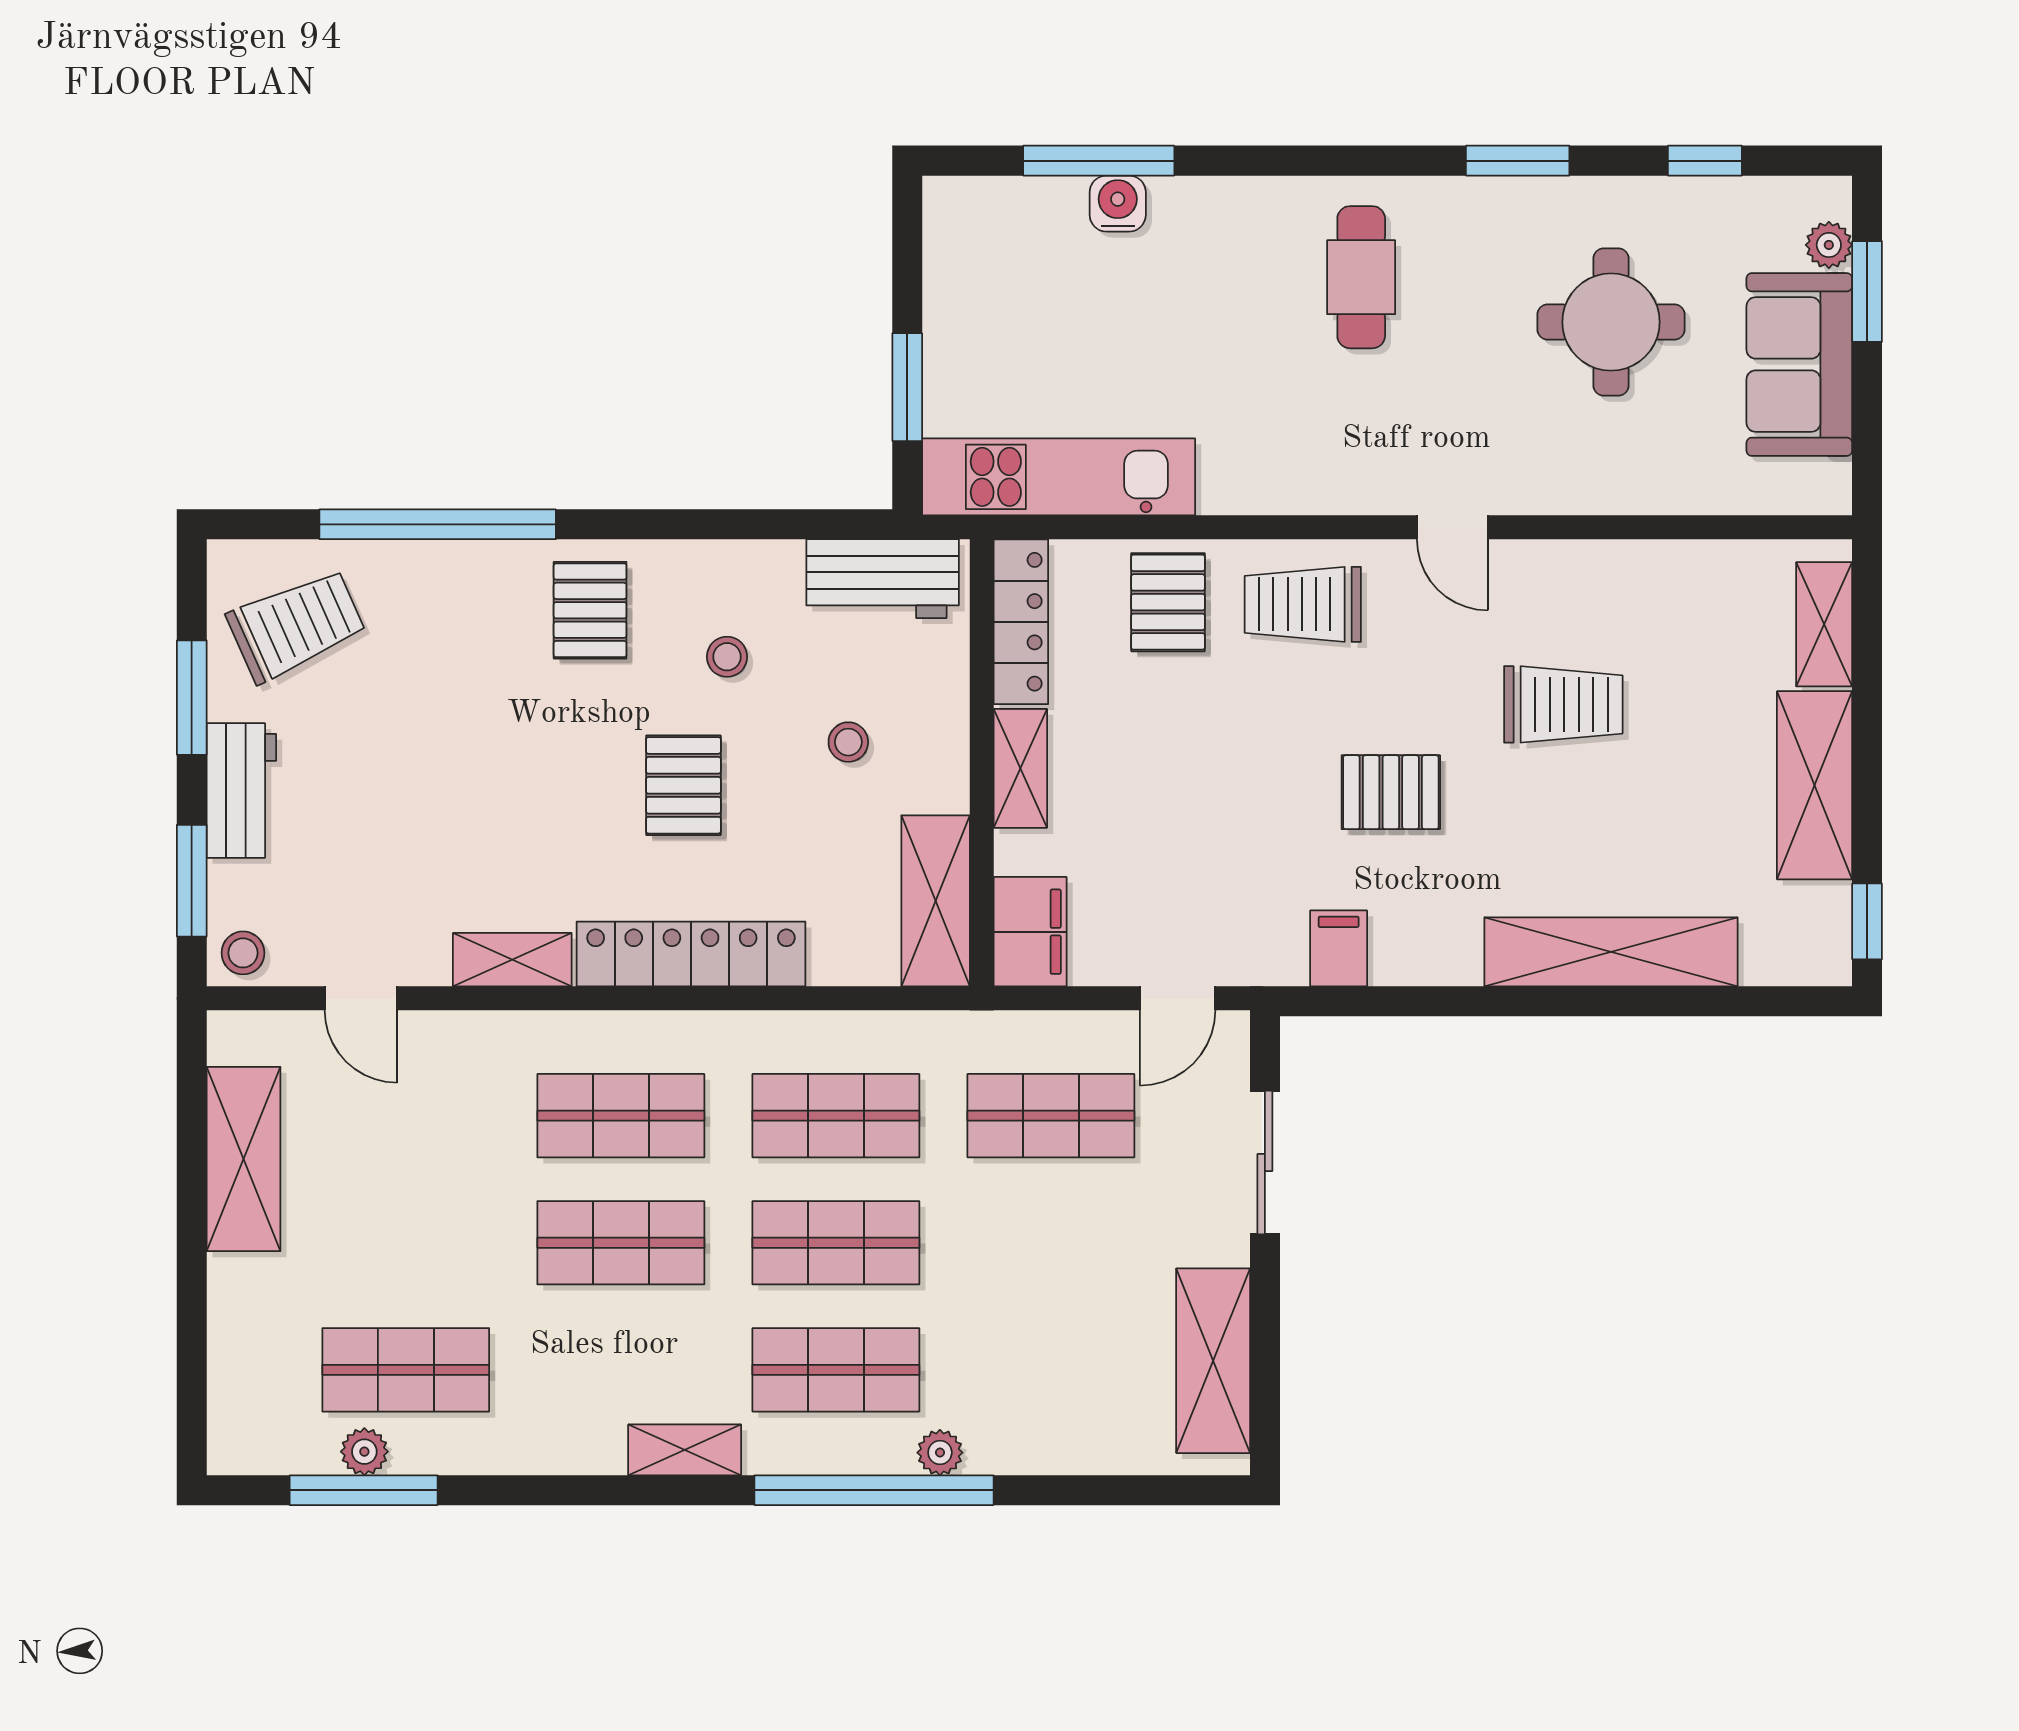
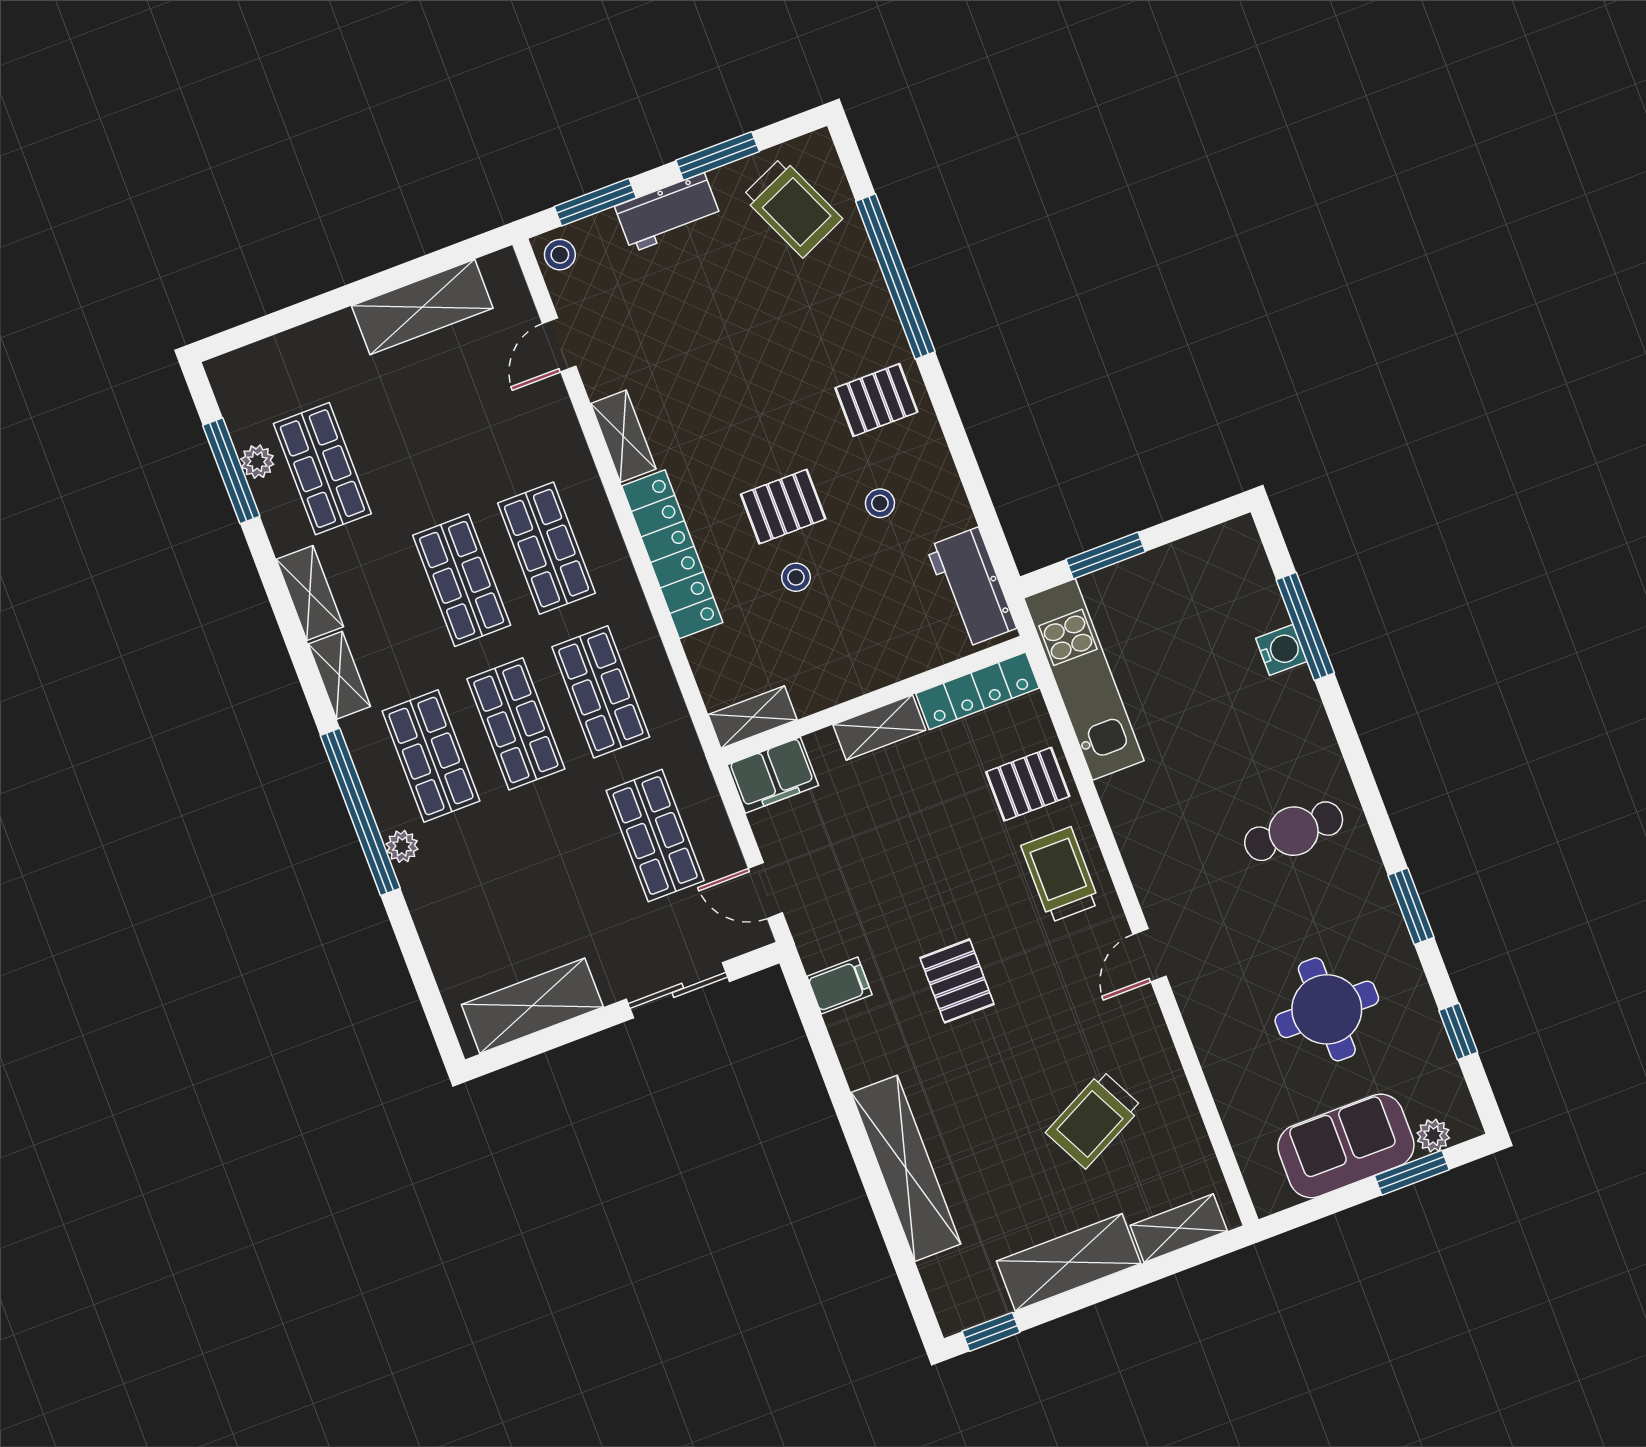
trolley: (1563, 704) -> (1094, 1120), moved, turned 63
stool: (848, 742) -> (796, 577), moved
shelving: (936, 901) -> (753, 717), width x0.67, depth x0.75
shelving: (562, 1448) -> (310, 593), added

